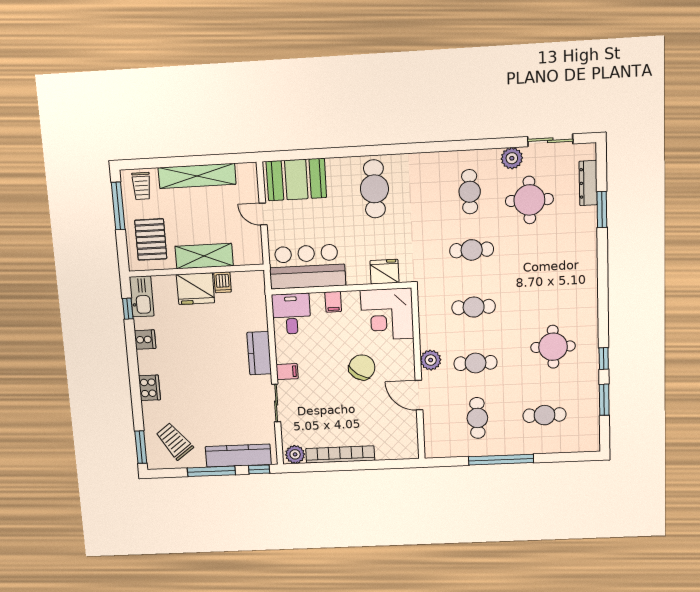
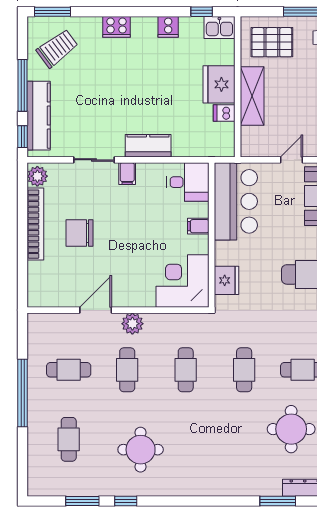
kitchen sink: (142, 296) -> (219, 27), width x0.73
chair: (362, 367) -> (80, 233), moved, turned 146

